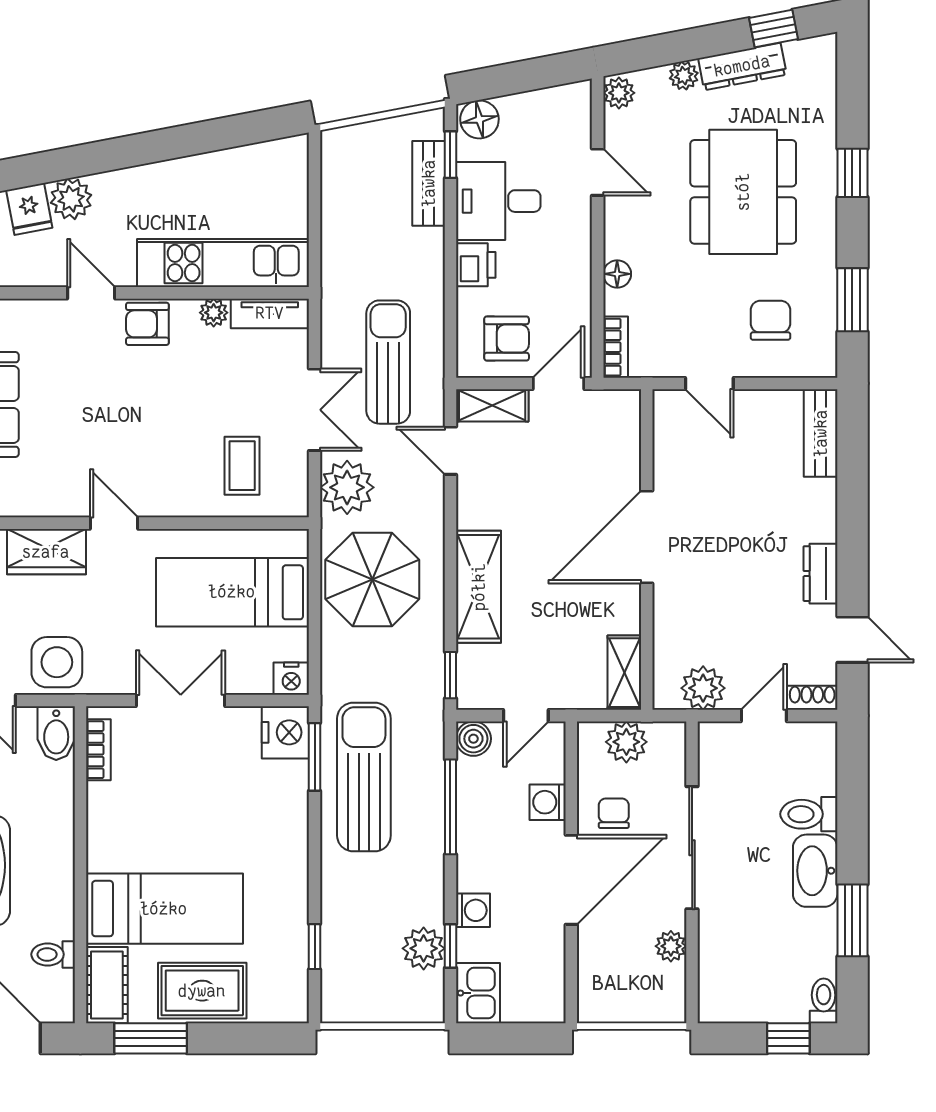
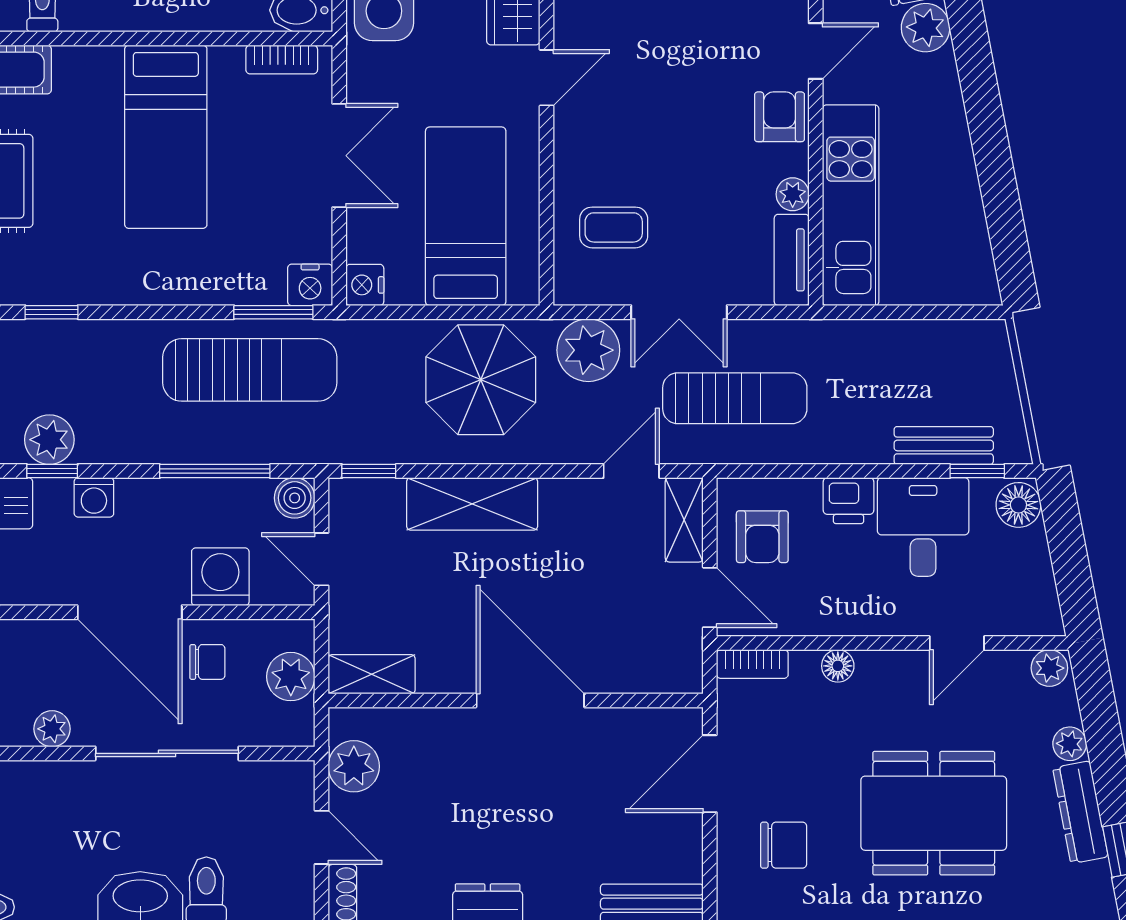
door: (709, 383) -> (710, 774), width x1.38
nightstand: (285, 732) -> (310, 285), width x0.74, depth x0.75
washing machine: (548, 802) -> (220, 577), width x1.38, depth x1.38
bed: (164, 909) -> (166, 137), moved

